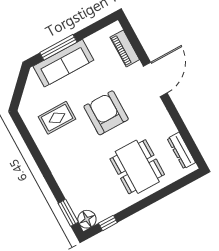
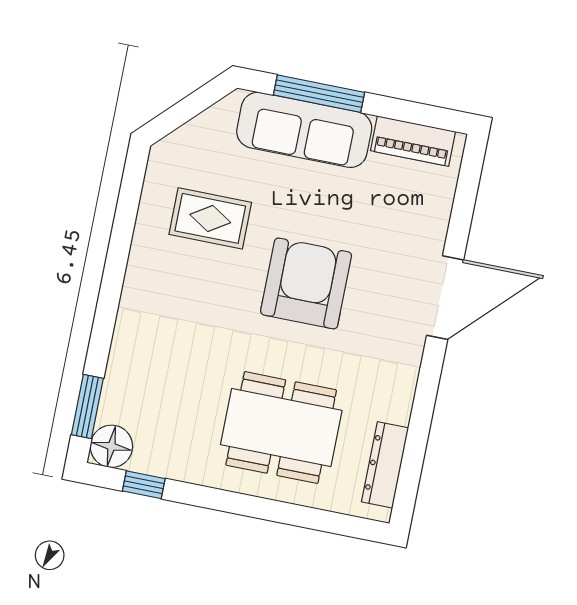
piano: (125, 48) -> (413, 141), moved, turned -90
dining table: (137, 167) -> (281, 428), turned 90

